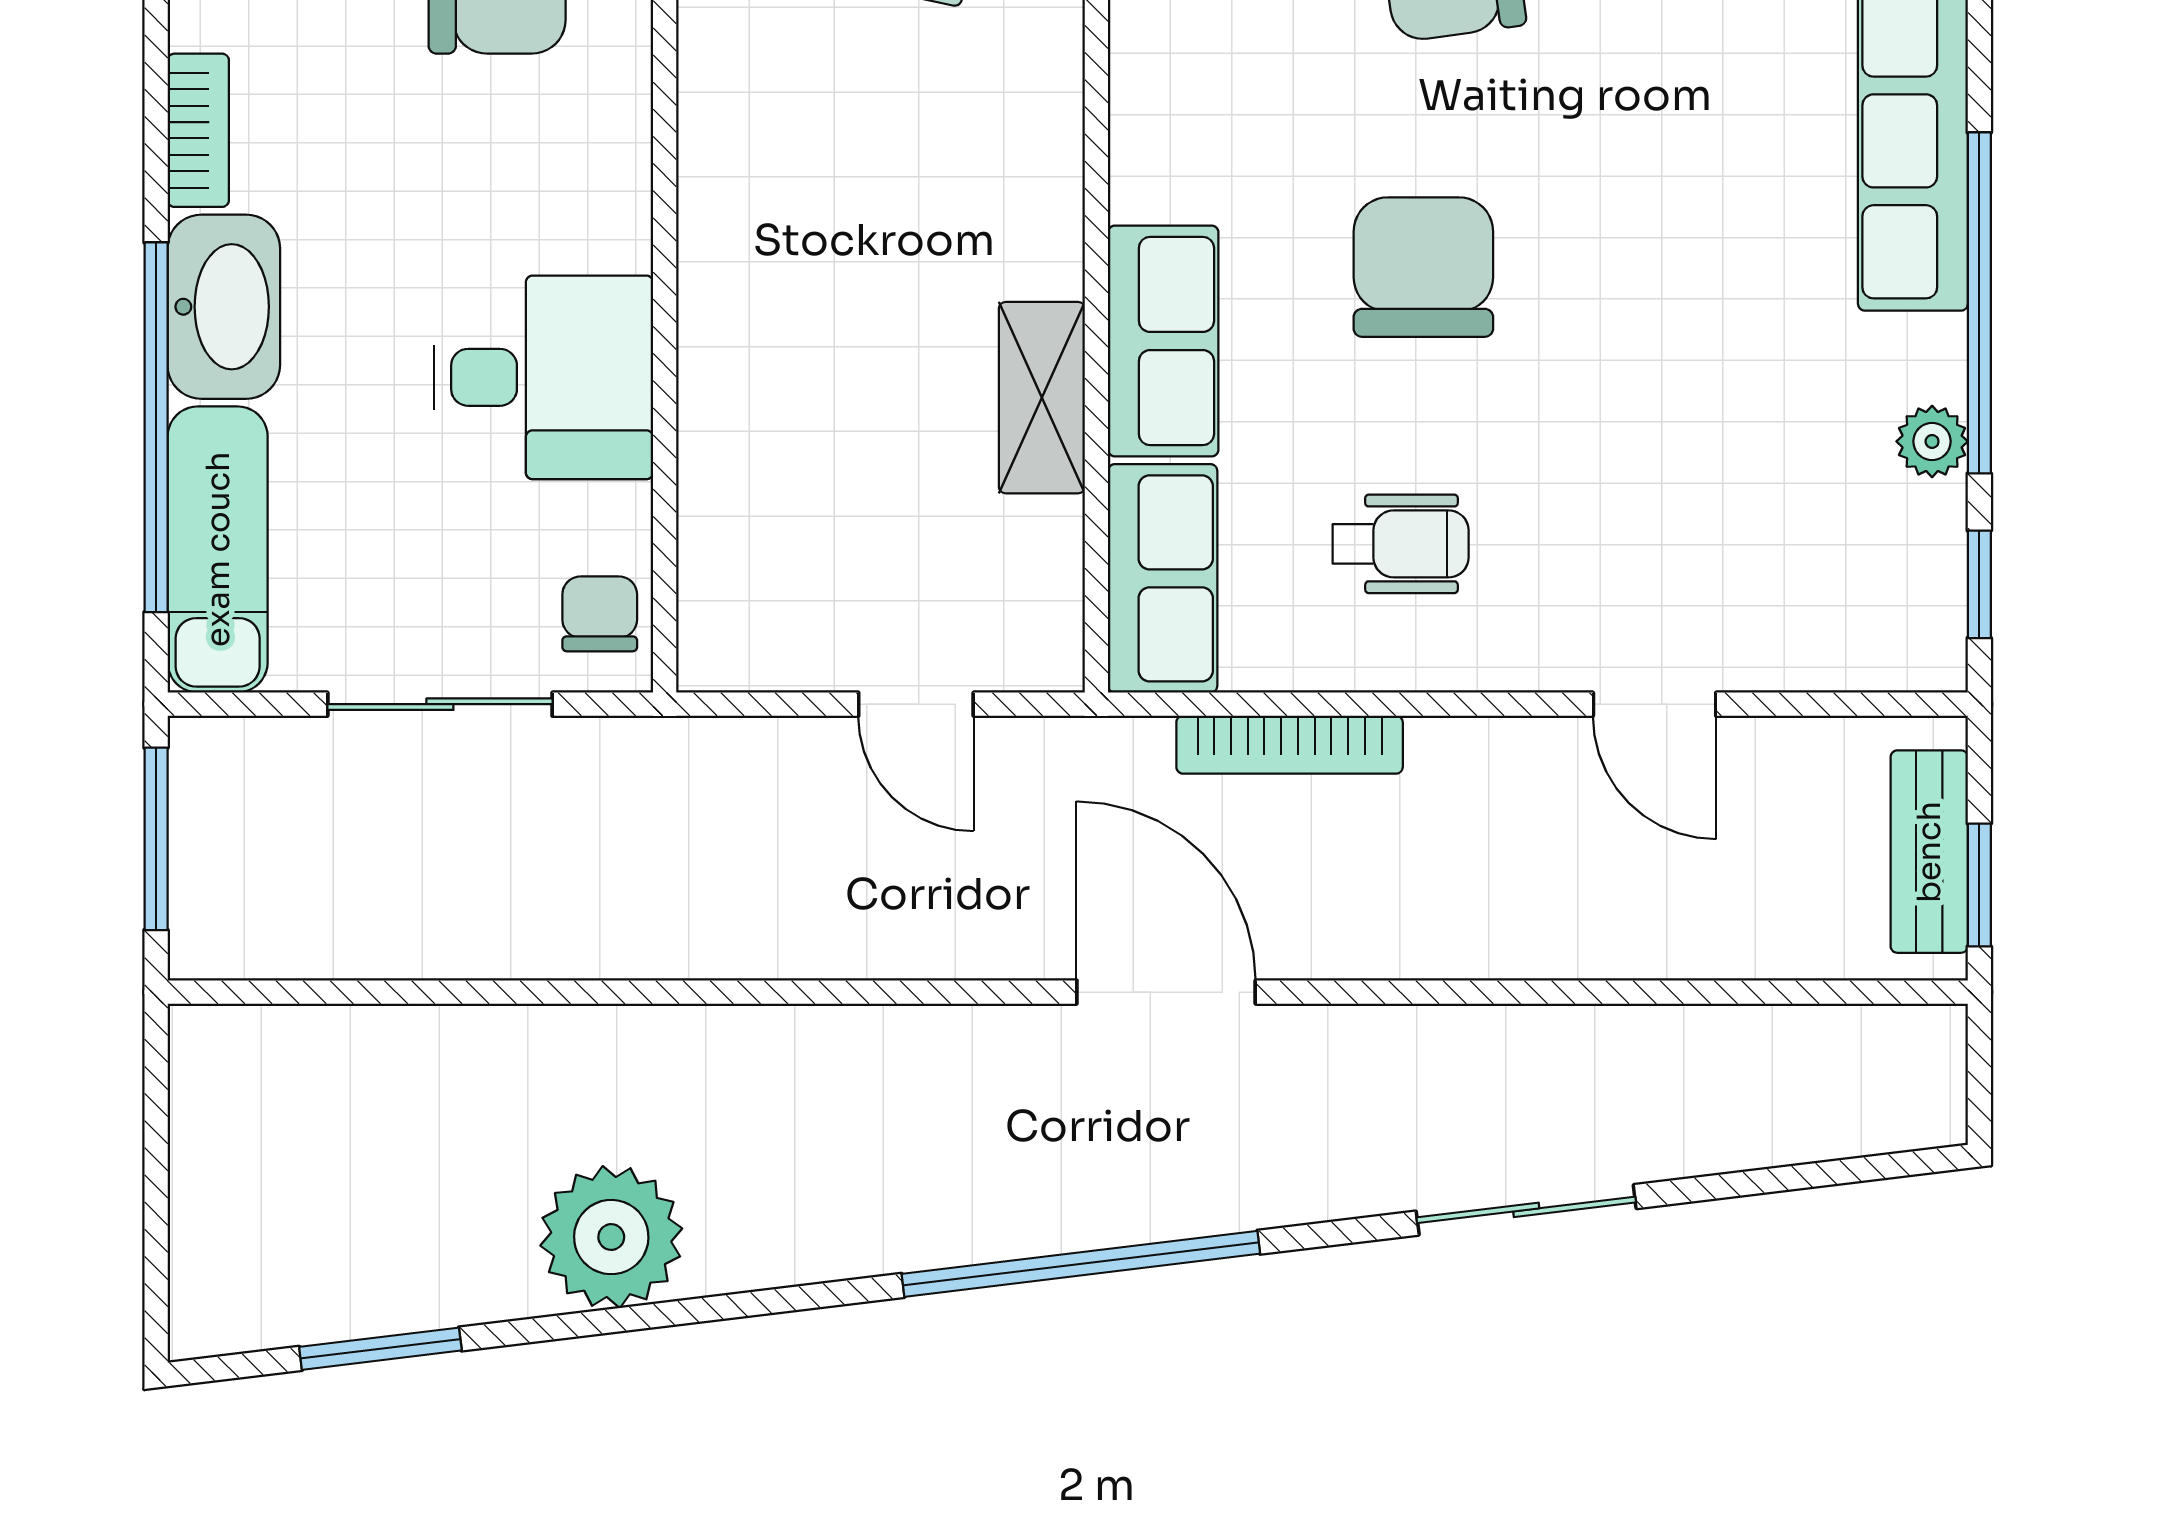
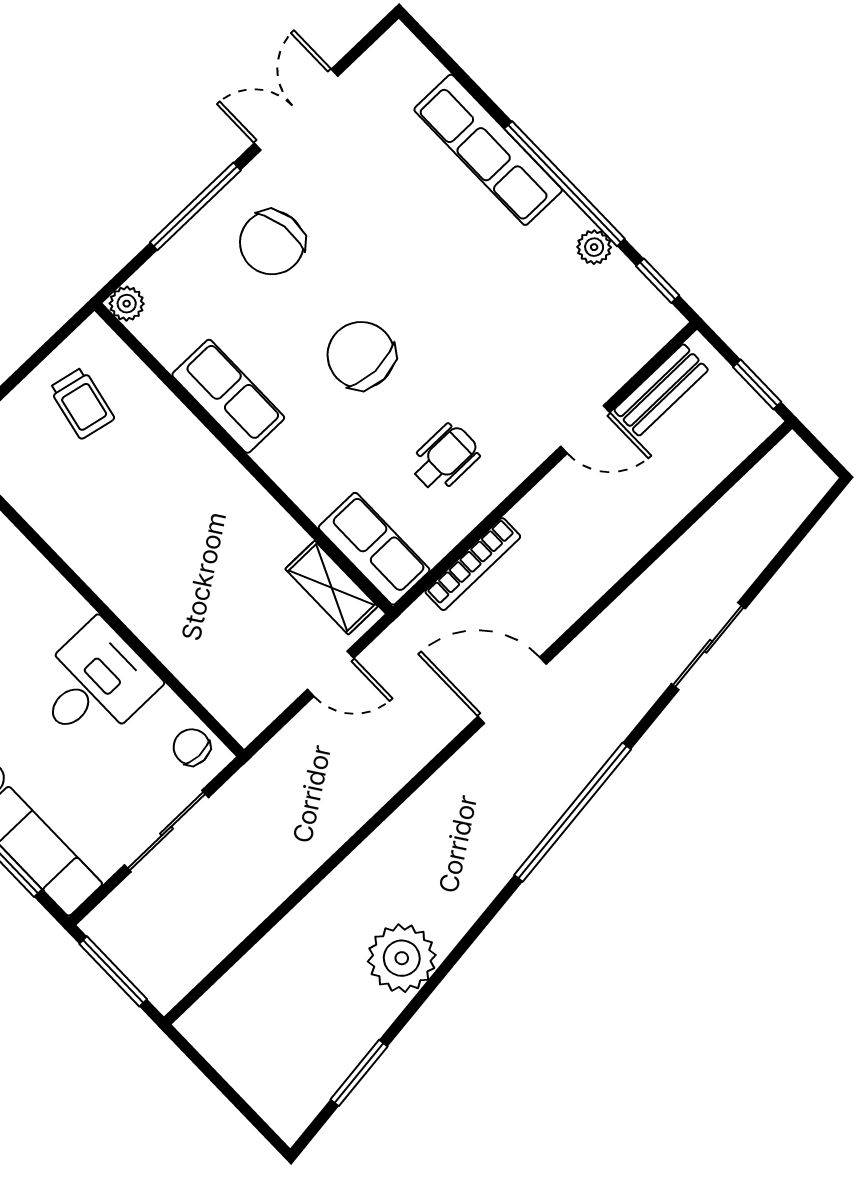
row of seats: (1163, 341) -> (228, 396), moved
shelving: (1042, 398) -> (332, 588), moved
bench: (1929, 852) -> (661, 390), moved, turned 90

